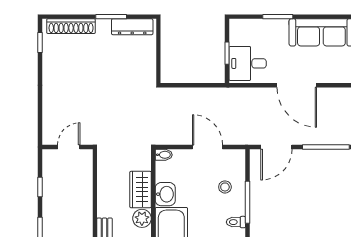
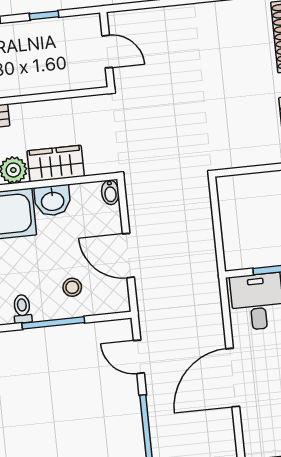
door: (208, 147) -> (128, 256), swing flipped
door: (276, 147) -> (139, 357), width x0.73

